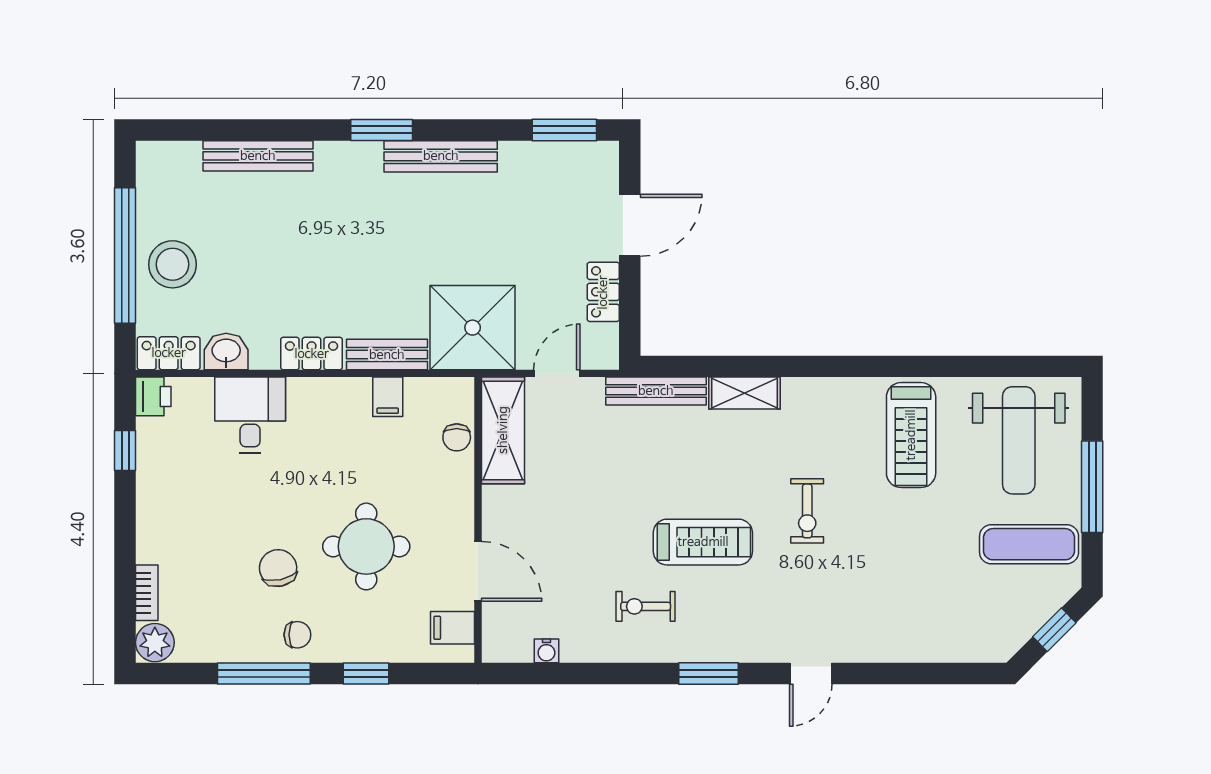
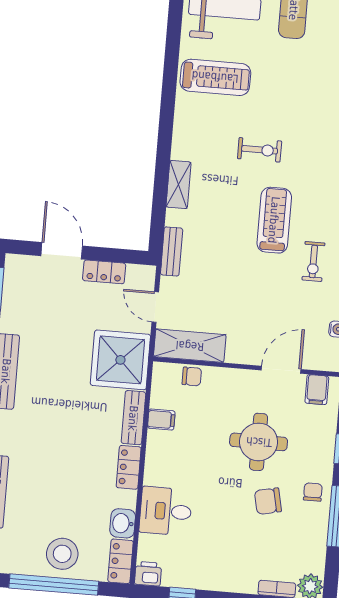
bench: (656, 391) -> (172, 251), width x0.73

